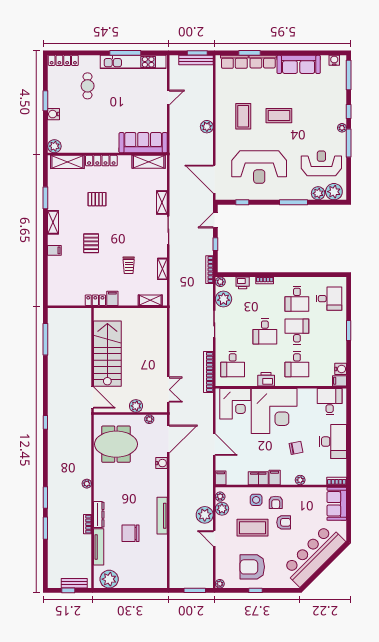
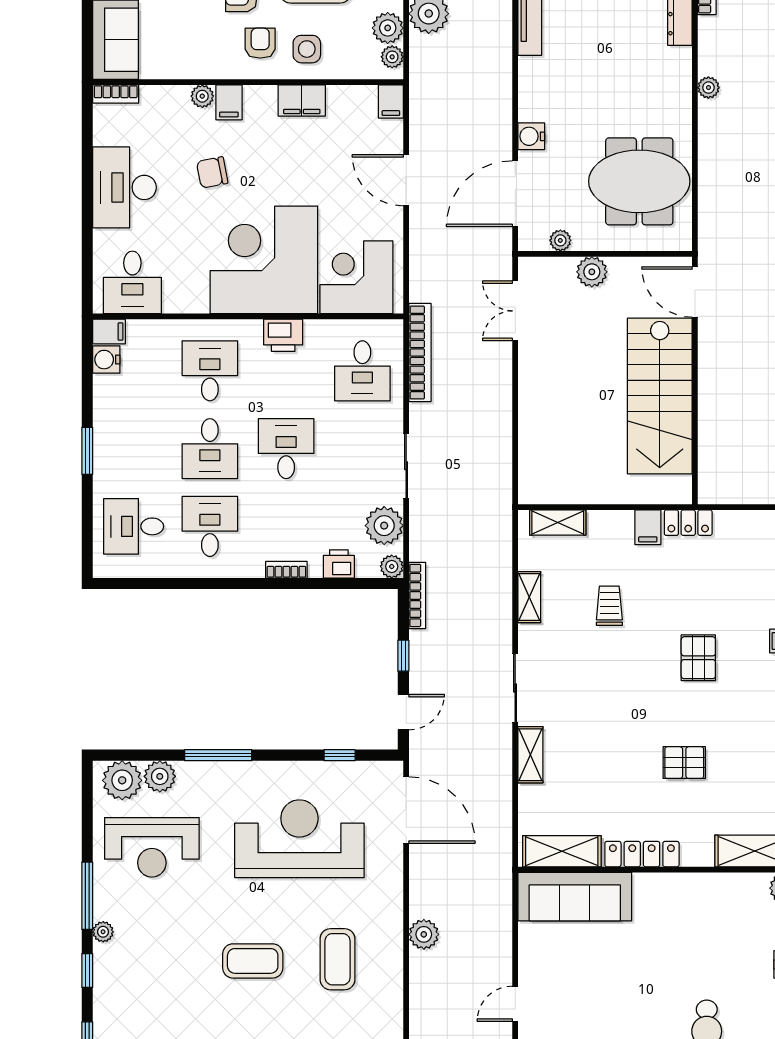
locker: (101, 161) -> (642, 854), moved
desk: (233, 364) -> (362, 371), turned 180
filing cabinet: (275, 477) -> (229, 102), moved

